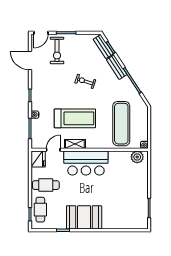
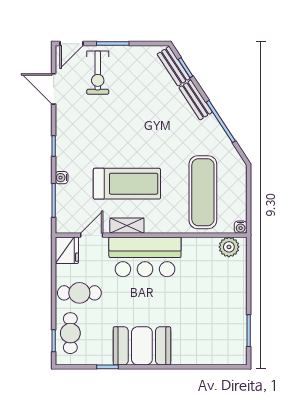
exercise bike: (85, 81) -> (144, 123), removed

